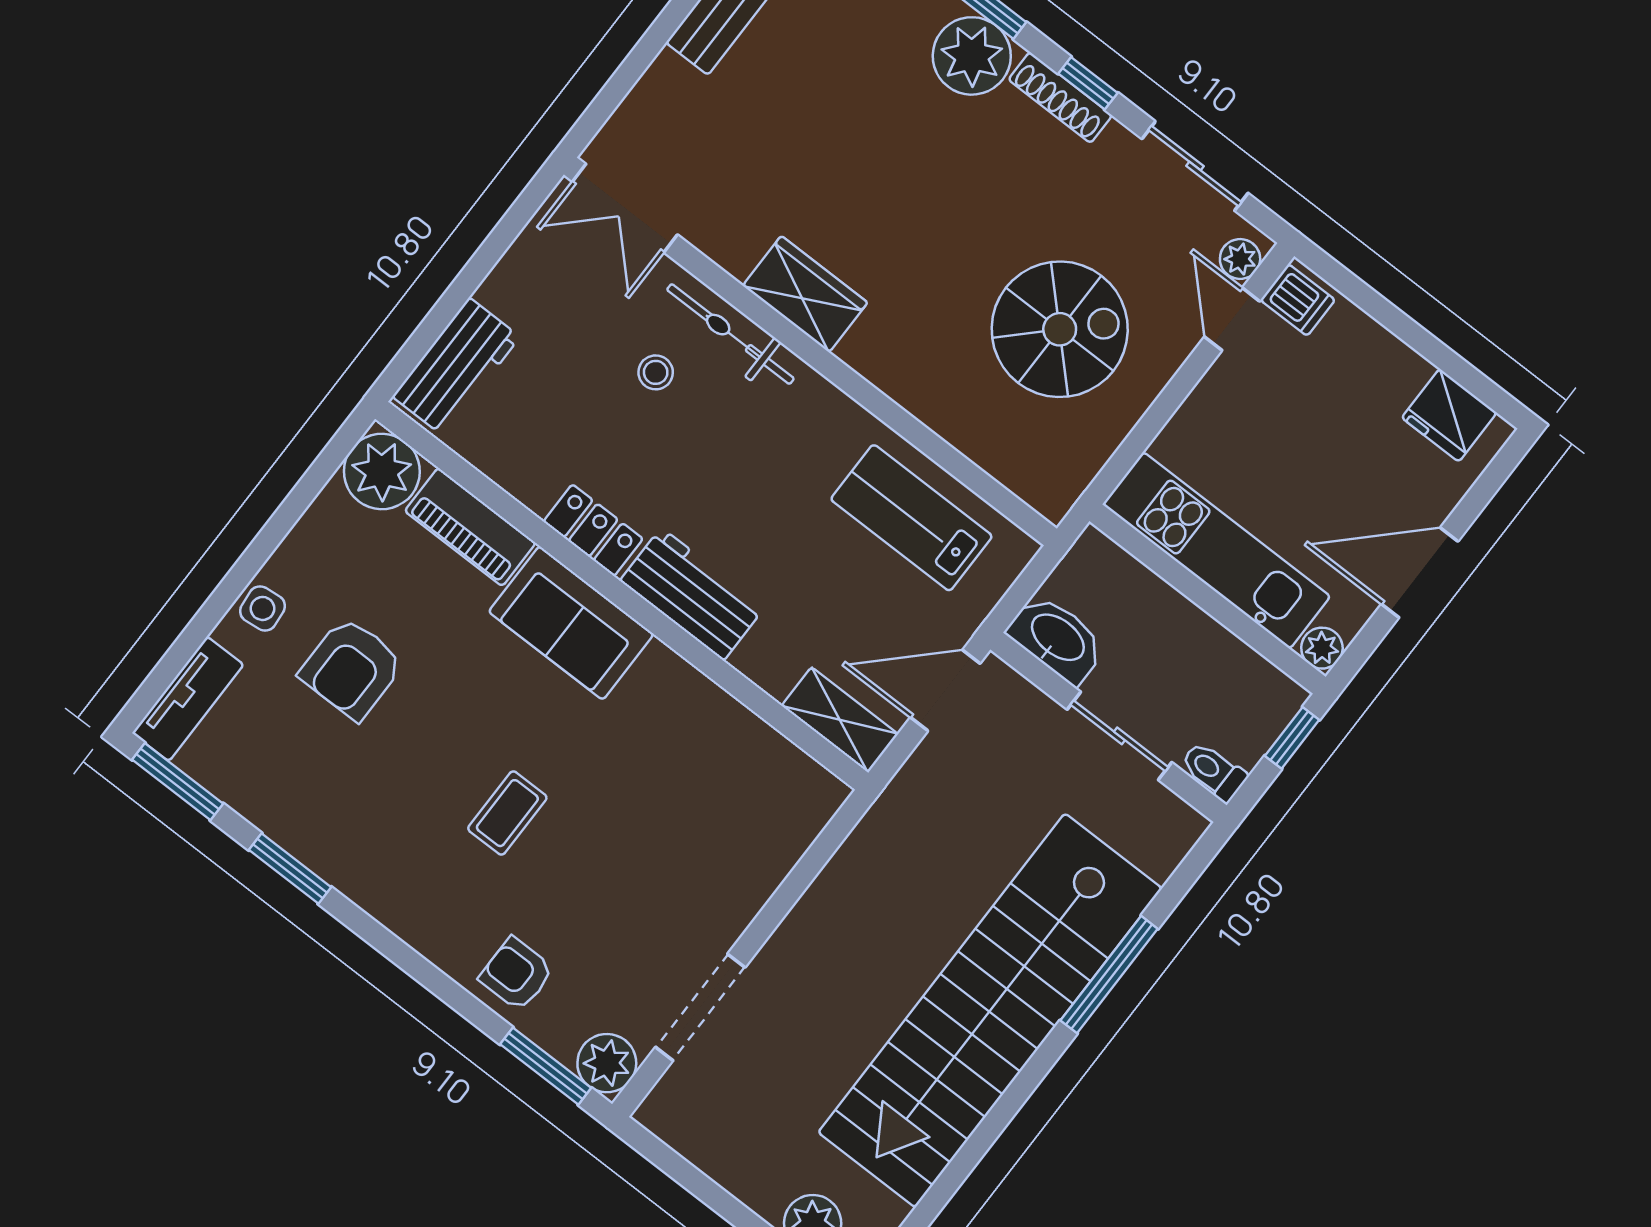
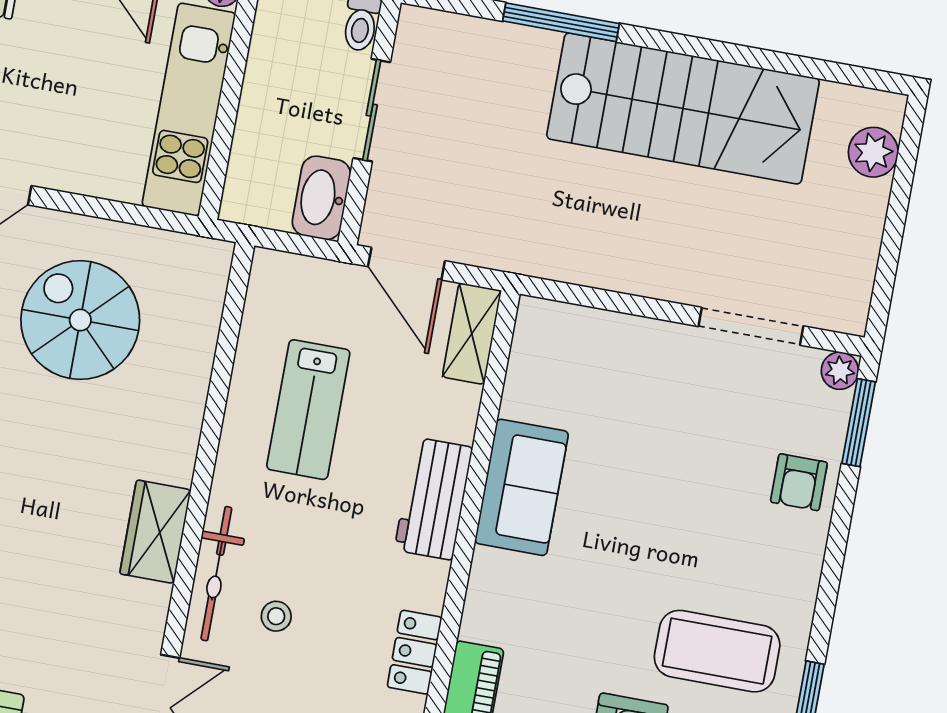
lab bench: (911, 518) -> (308, 410), moved
locker: (593, 530) -> (415, 652), moved
sofa: (571, 623) -> (522, 487), moved
coffee table: (507, 813) -> (717, 651), moved, width x1.86, depth x1.72
stairs: (990, 1010) -> (683, 108), width x0.73
plant: (607, 1063) -> (840, 371), width x0.73, depth x0.73

